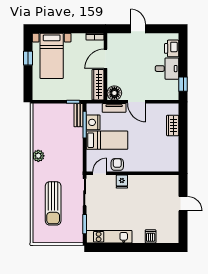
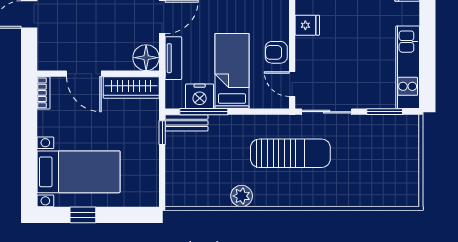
plant: (38, 156) -> (242, 196), moved
fridge: (122, 182) -> (307, 25), moved
sun lounger: (53, 203) -> (290, 153), moved

